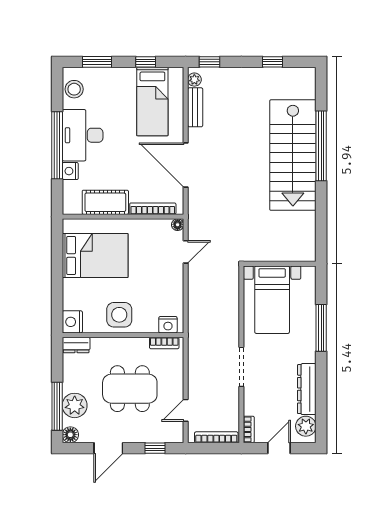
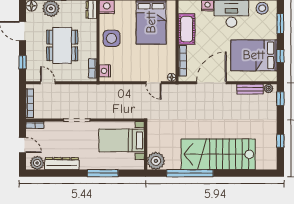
bed: (152, 102) -> (254, 55), width x1.50
window: (321, 146) -> (190, 173), moved
plant: (303, 248) -> (156, 161), added

